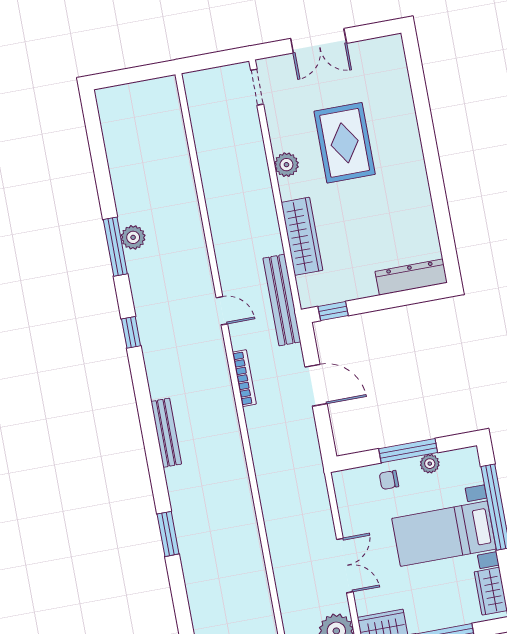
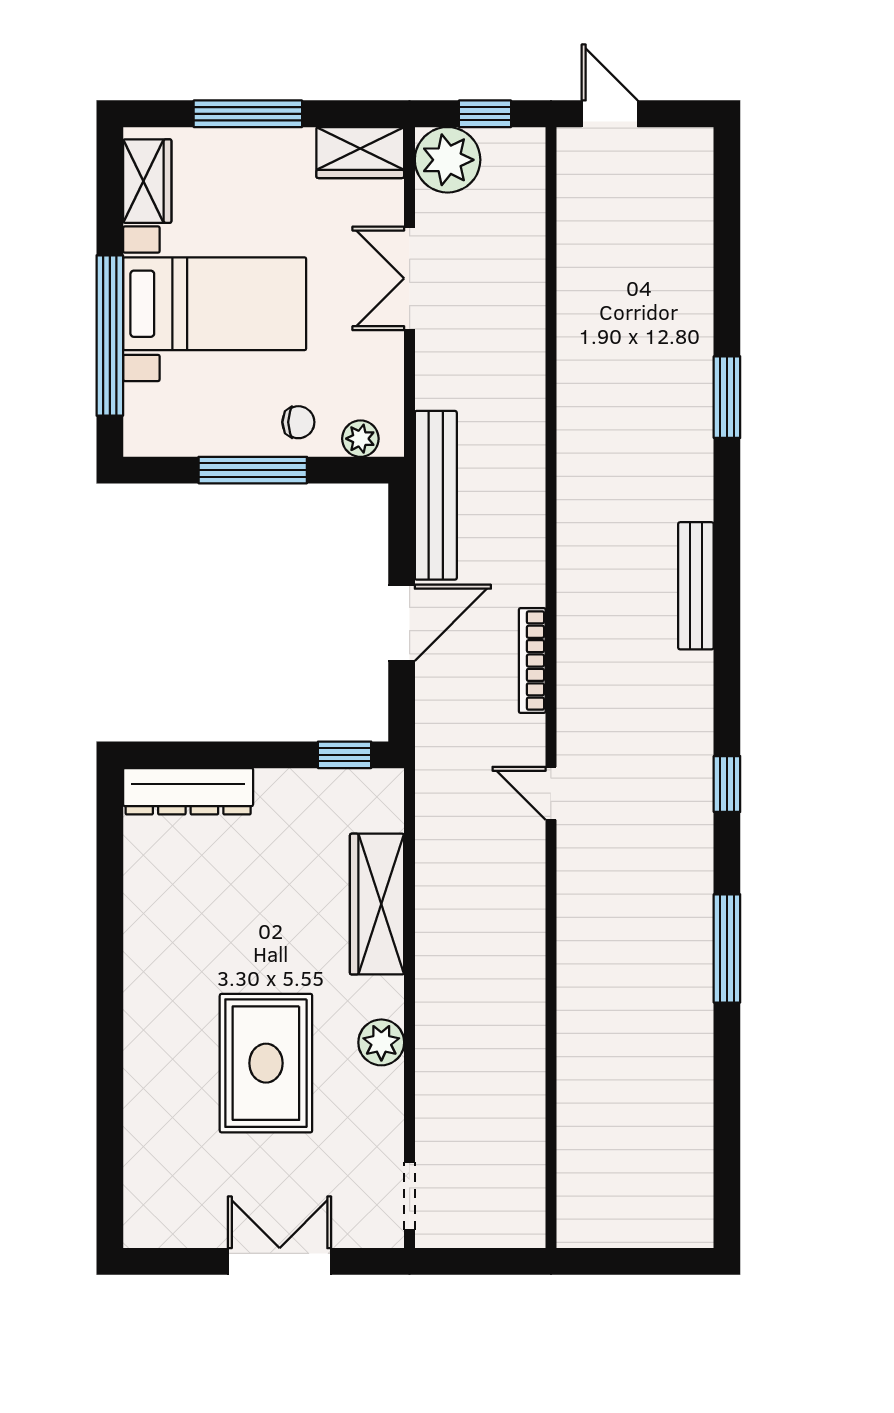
plant: (133, 237) -> (691, 960), removed
bench: (282, 300) -> (436, 495), moved
door: (316, 385) -> (402, 623), swing flipped
plant: (430, 464) -> (360, 439), moved

